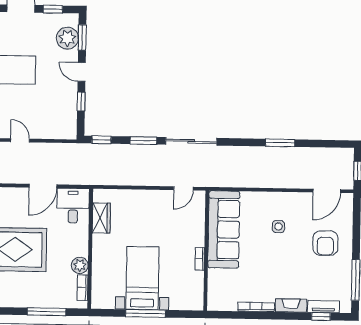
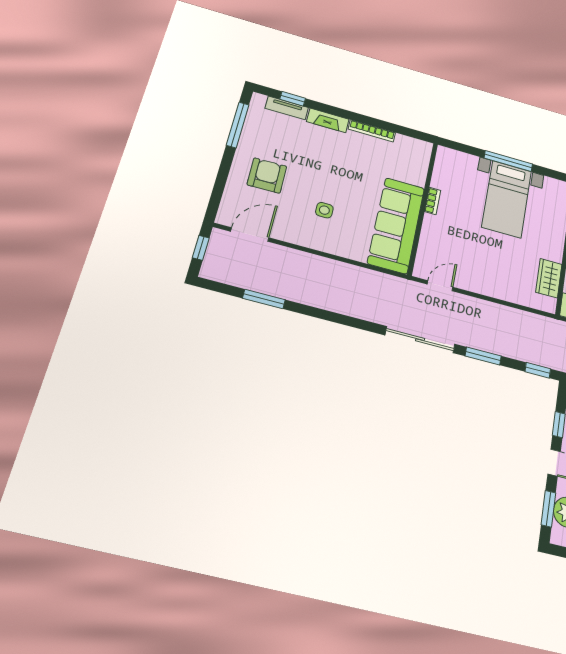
window: (280, 143) -> (264, 299), moved

